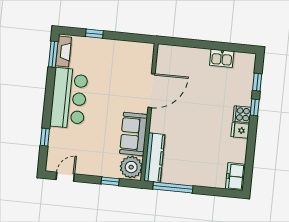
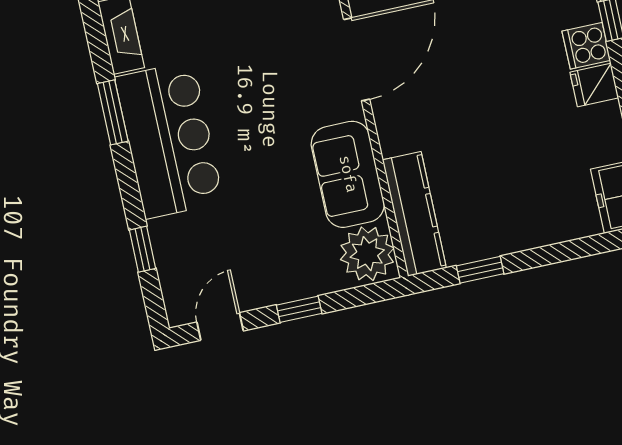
window: (53, 54) -> (113, 112), moved
window: (110, 181) -> (299, 309), moved
window: (173, 187) -> (480, 270), width x0.46

